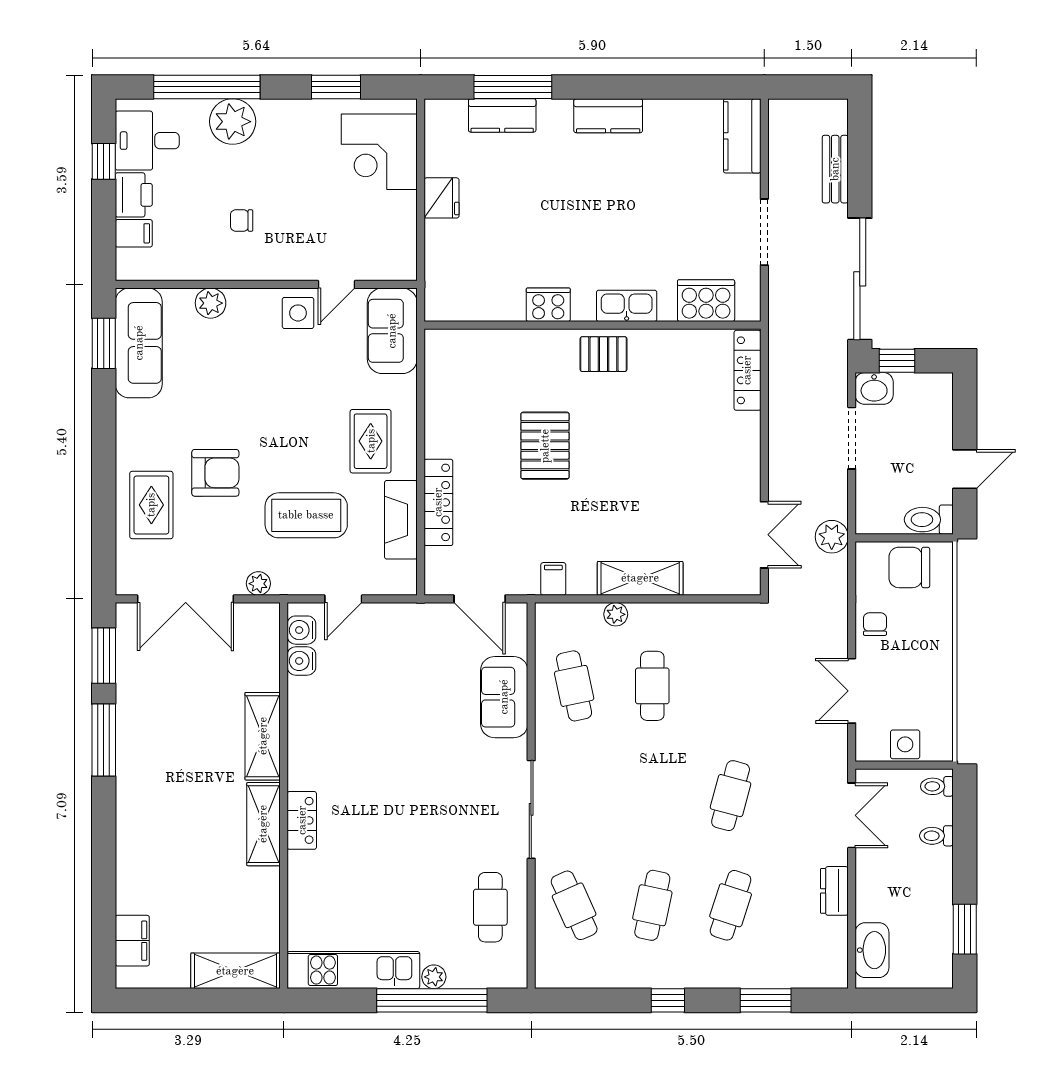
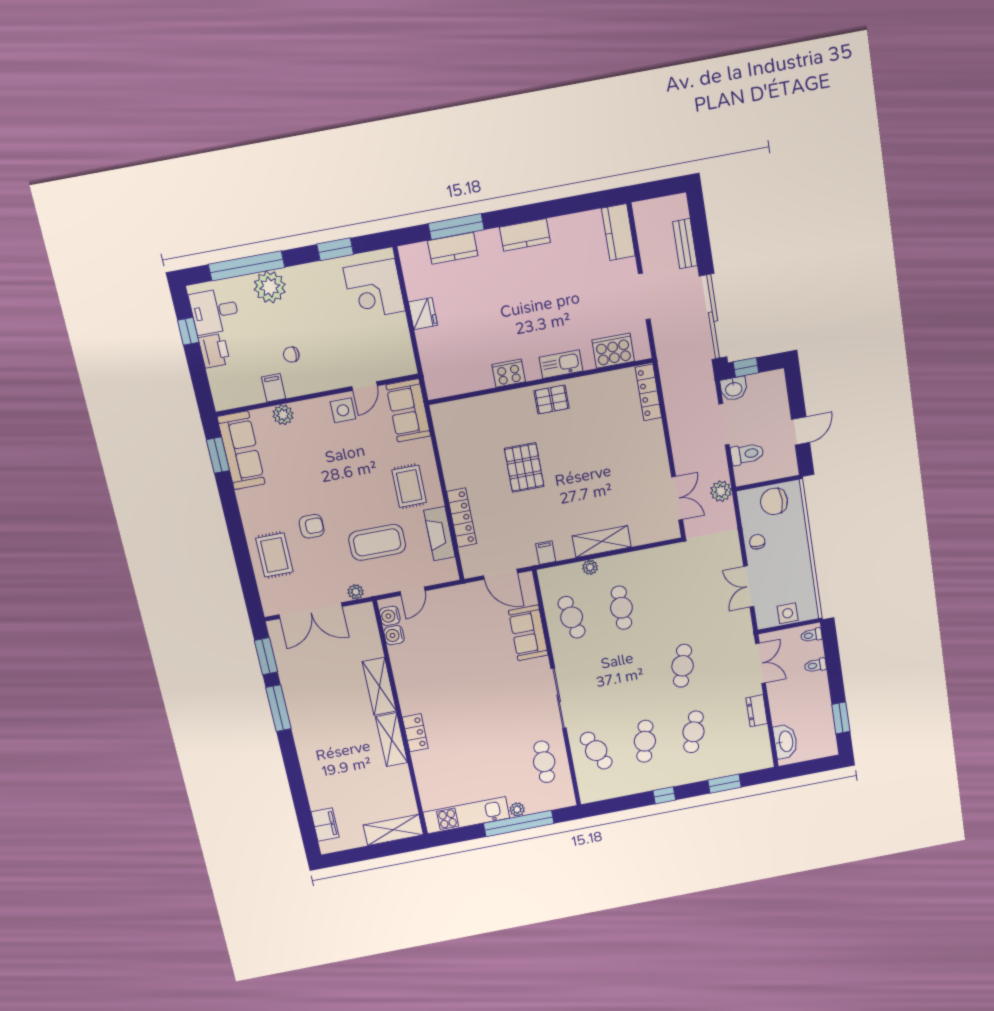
filing cabinet: (134, 233) -> (273, 388), moved, turned -90
armchair: (215, 473) -> (312, 526), width x0.72, depth x0.72
toilet: (929, 520) -> (747, 454), moved, turned 180

